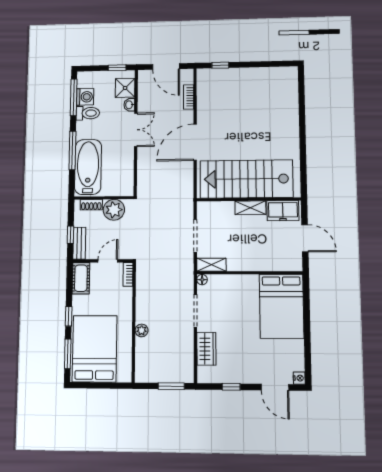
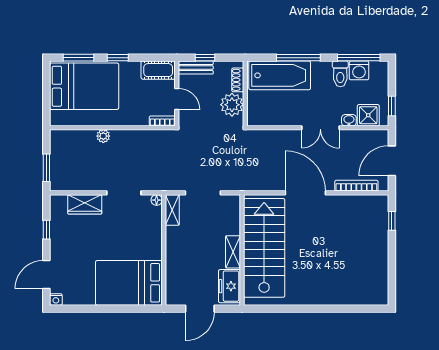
bookcase: (189, 97) -> (356, 186), width x1.56

